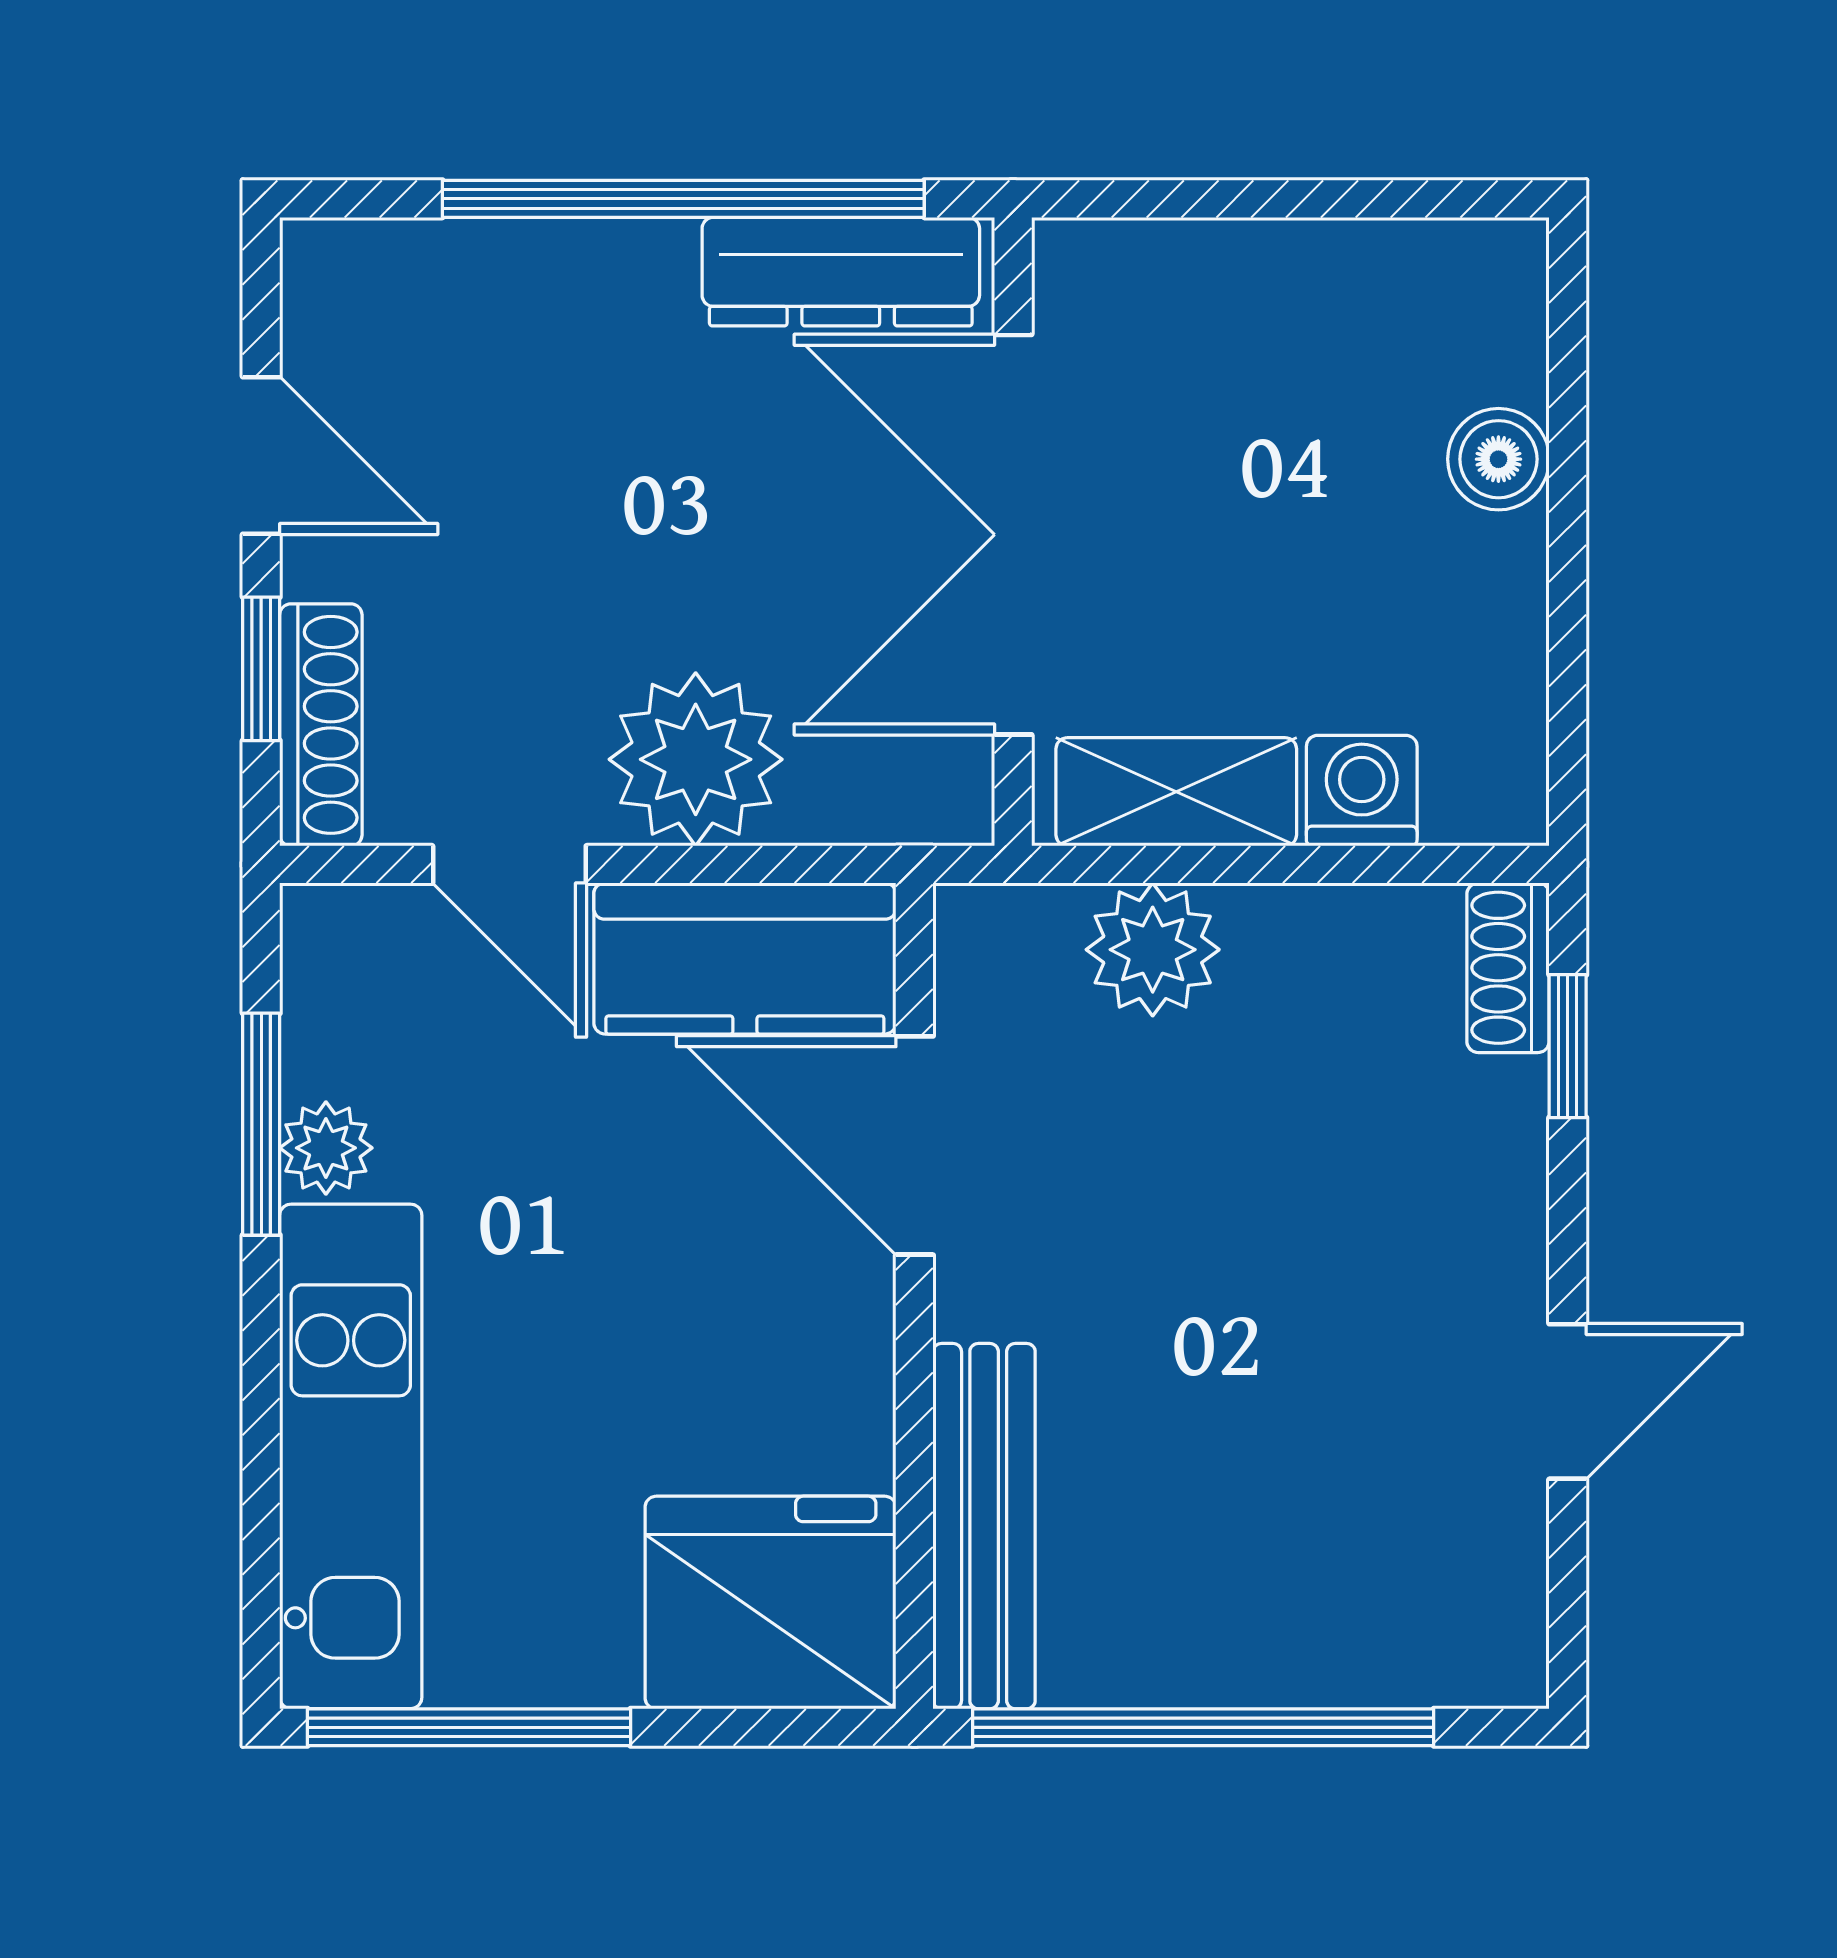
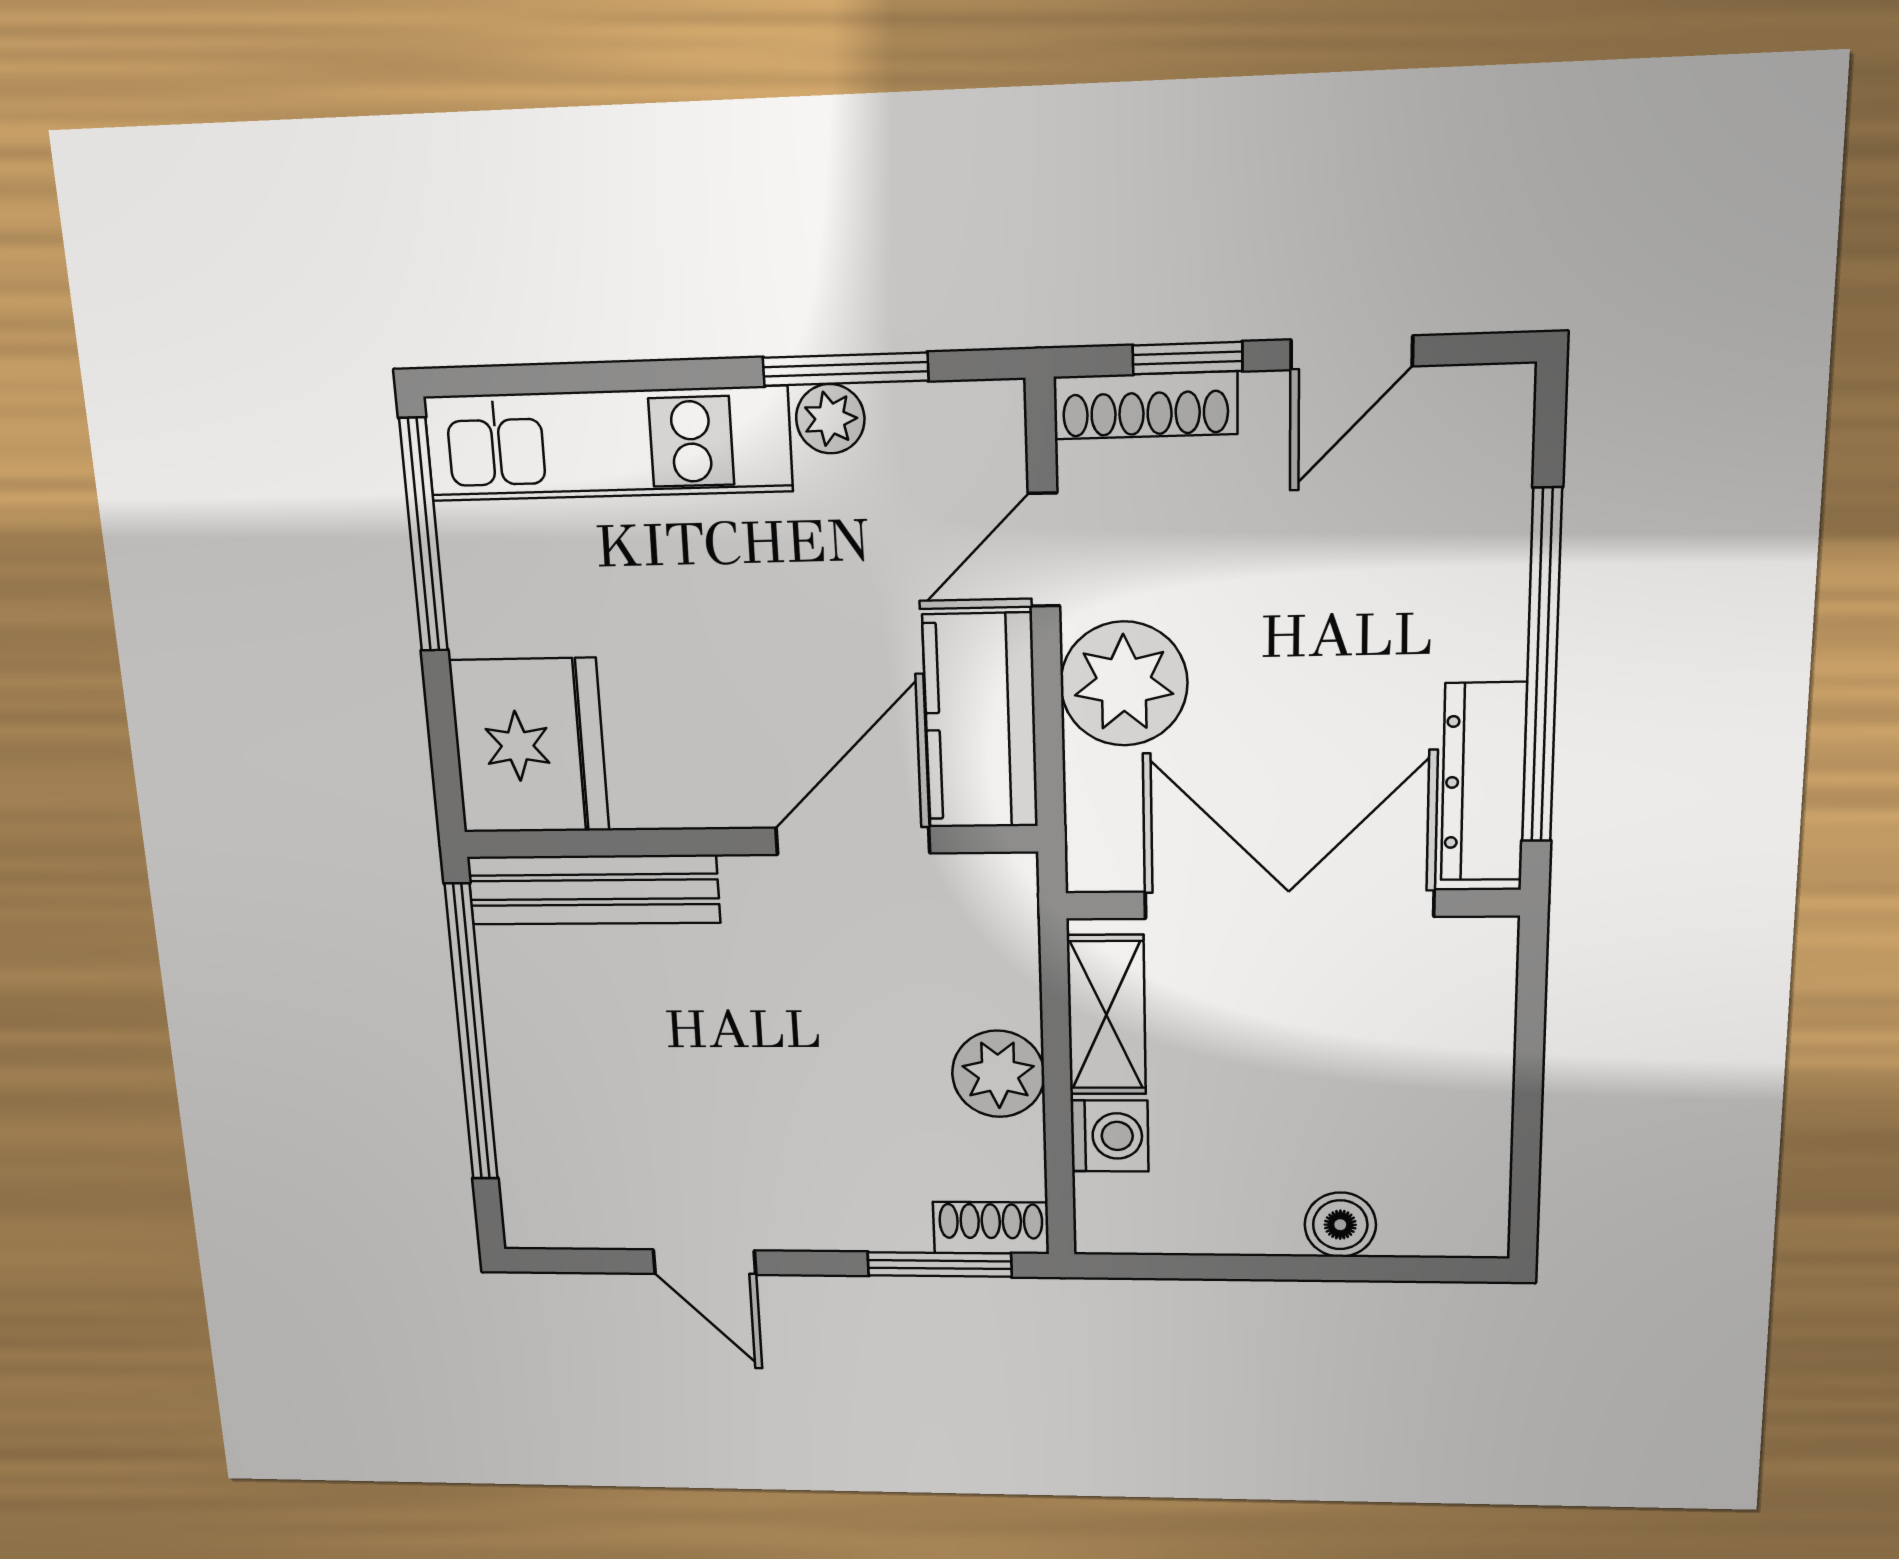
plant: (1153, 950) -> (998, 1074), moved
window: (1568, 1046) -> (940, 1264), width x1.50

